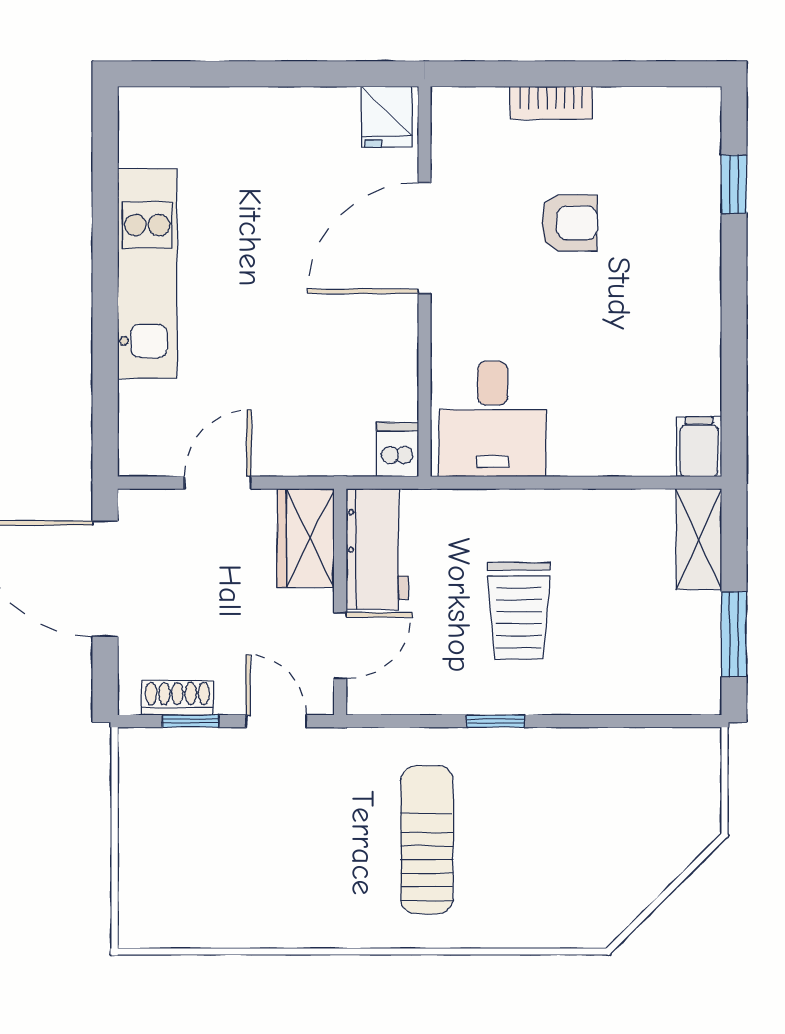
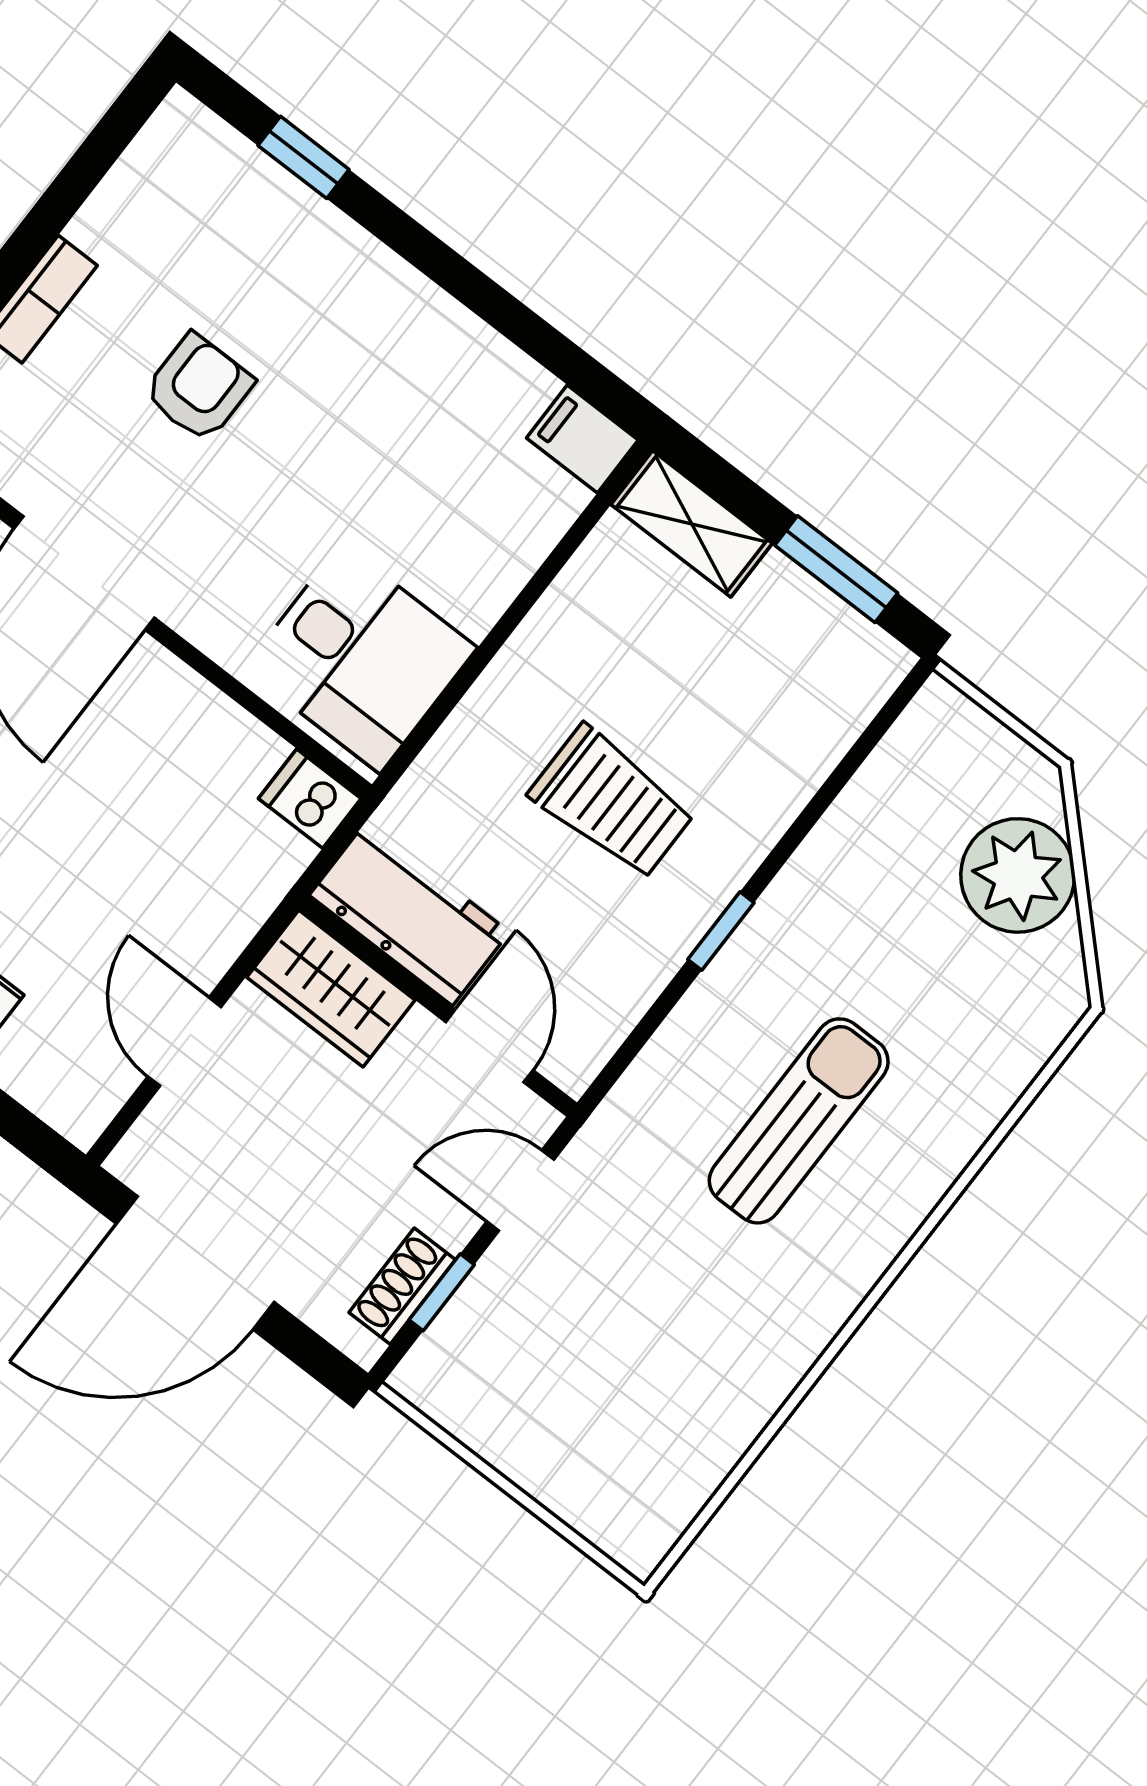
sun lounger: (427, 840) -> (799, 1121), turned 90
plant: (646, 855) -> (1018, 875), added

